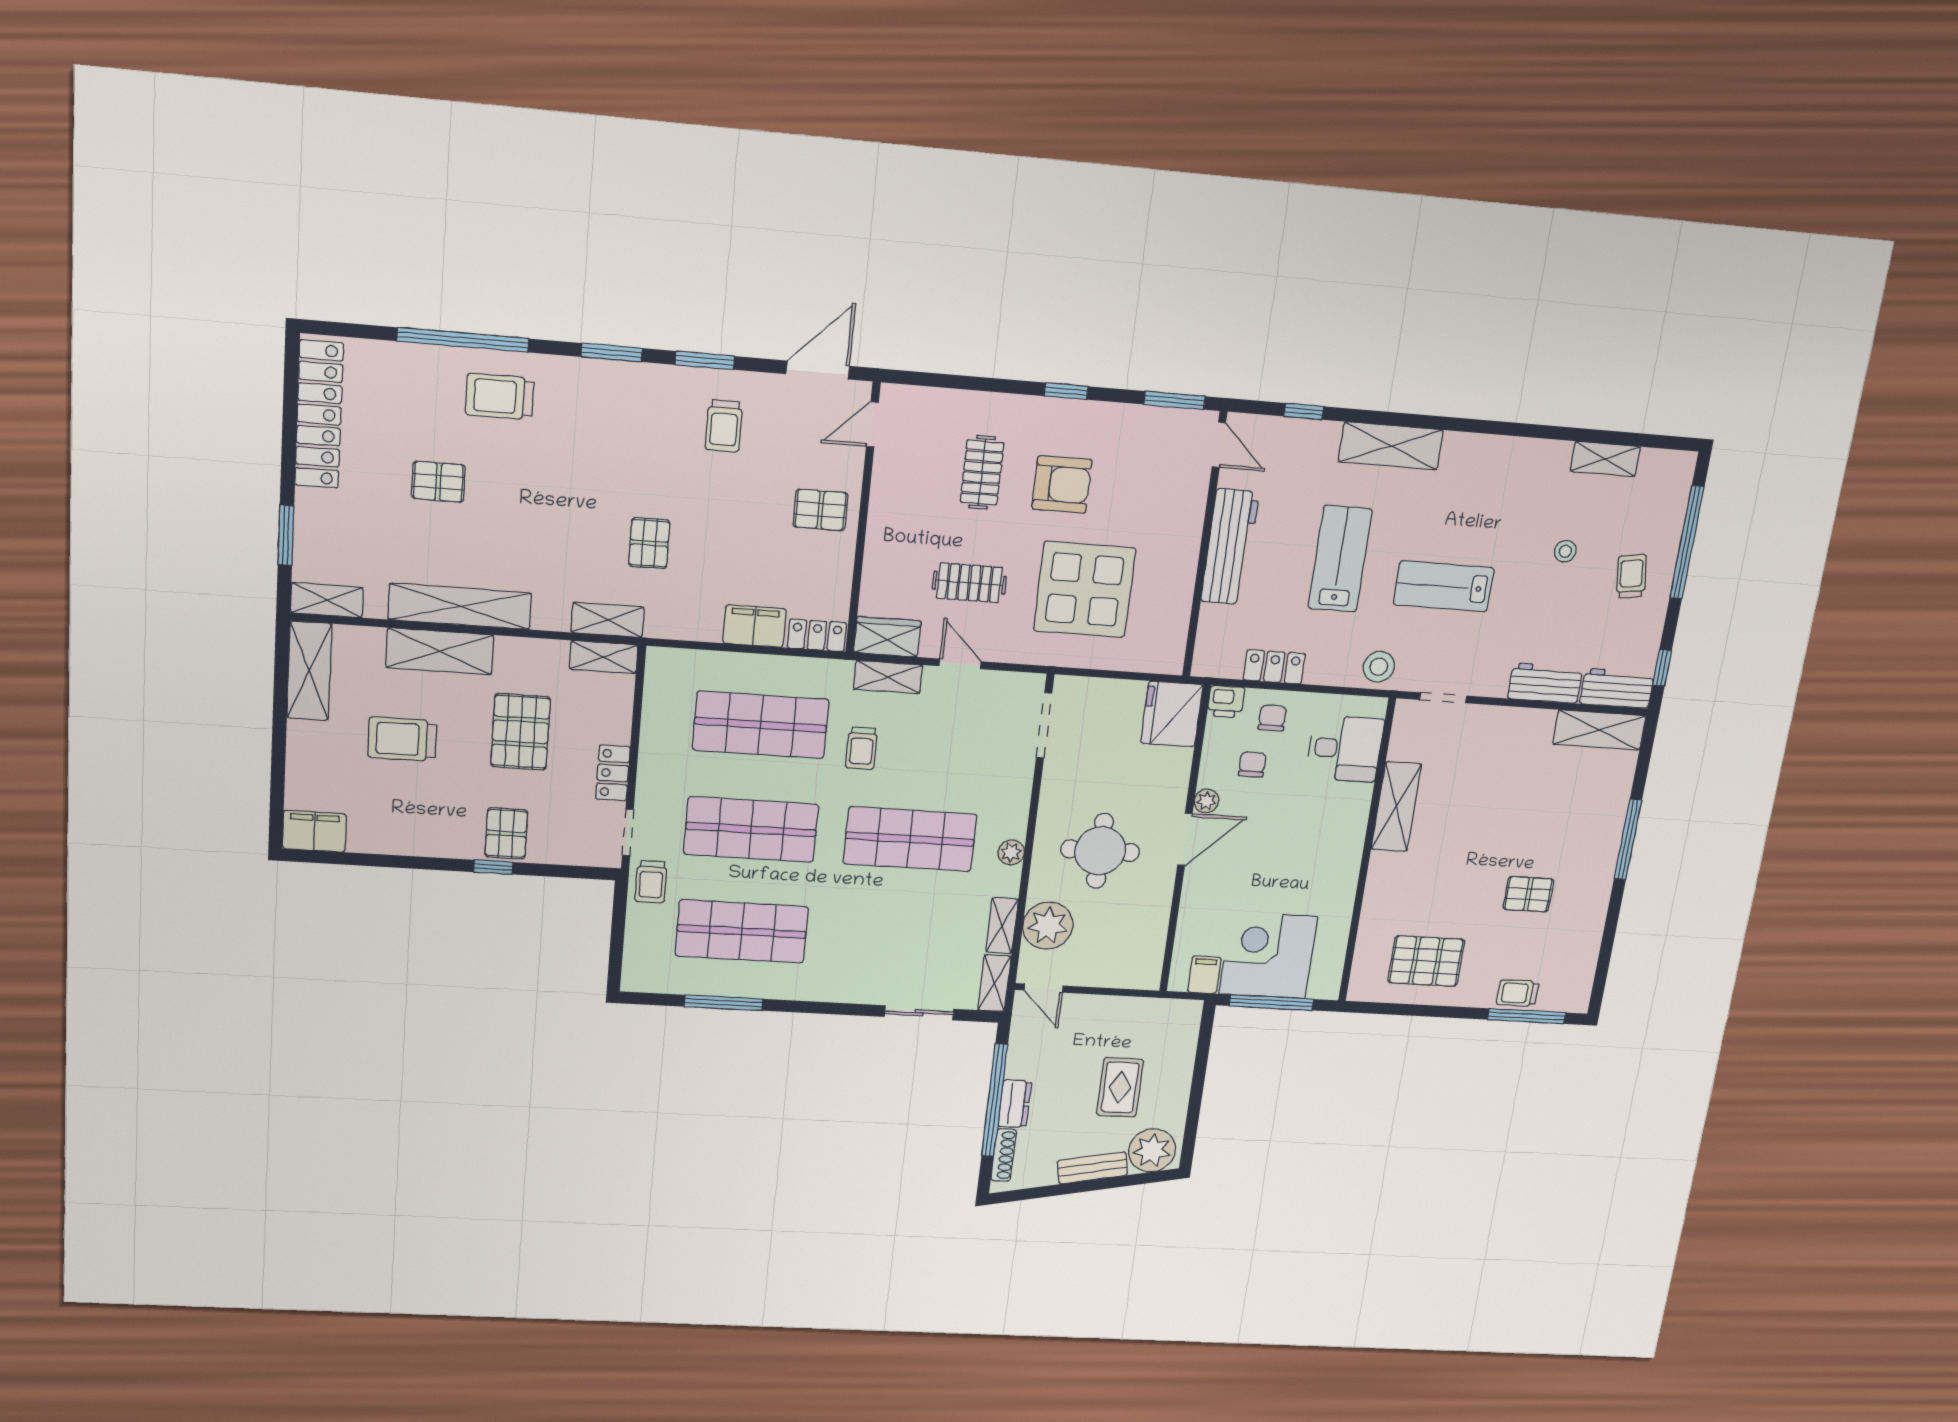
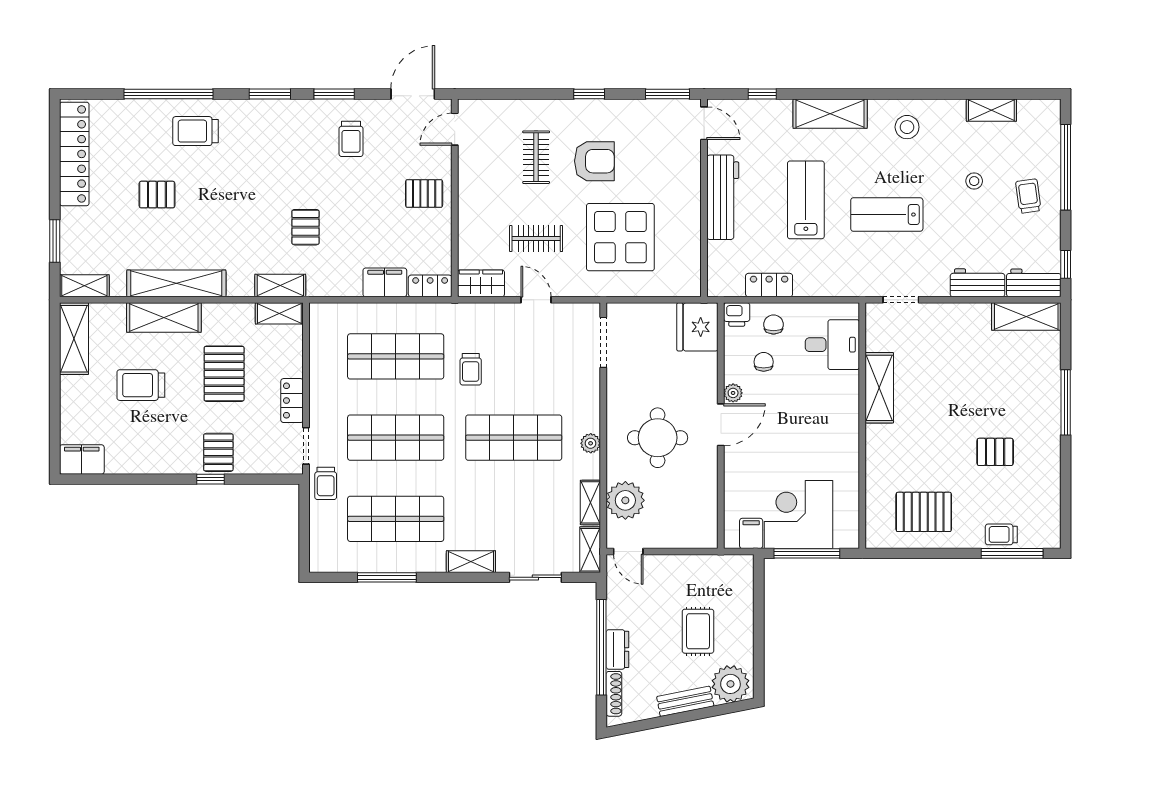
stool: (1379, 667) -> (907, 127), moved
shelving: (888, 677) -> (471, 562), moved

